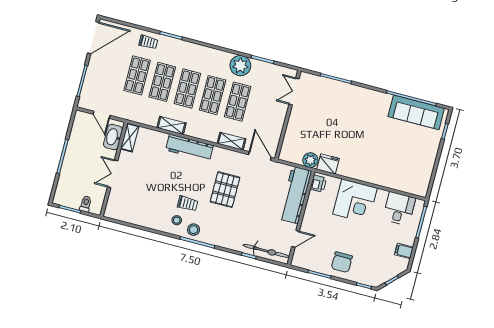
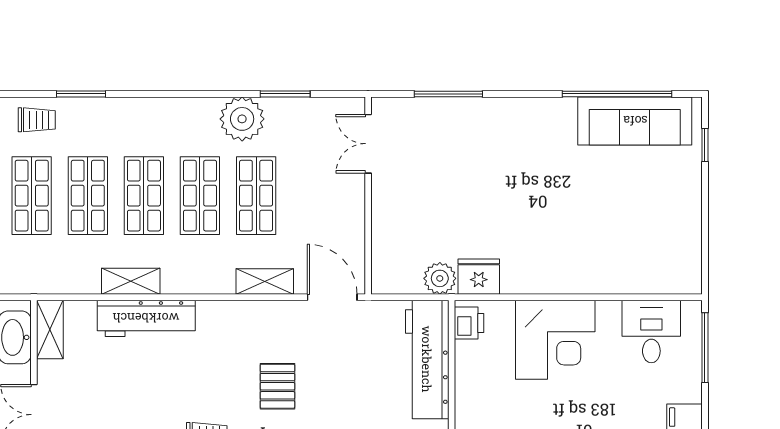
workbench: (189, 148) -> (146, 318), moved
pallet: (225, 190) -> (277, 386), width x0.67, depth x0.71

